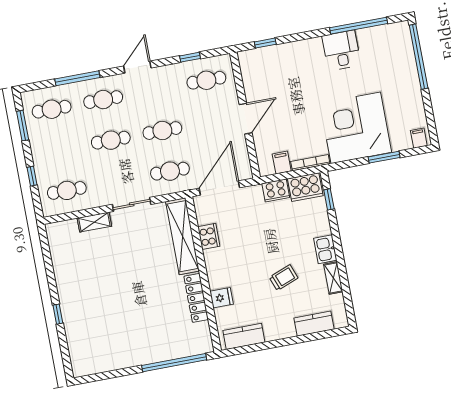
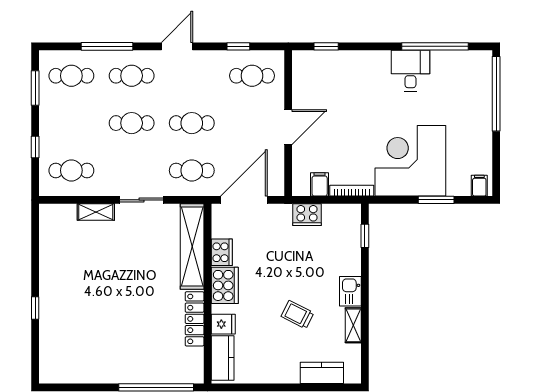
cooker: (305, 187) -> (225, 285), moved, turned -90
trolley: (284, 278) -> (297, 315), turned -132
kitchen counter: (244, 336) -> (223, 358), moved, turned 90

